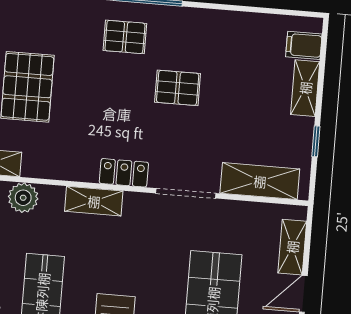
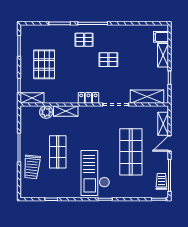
shelving: (94, 201) -> (66, 111), moved

